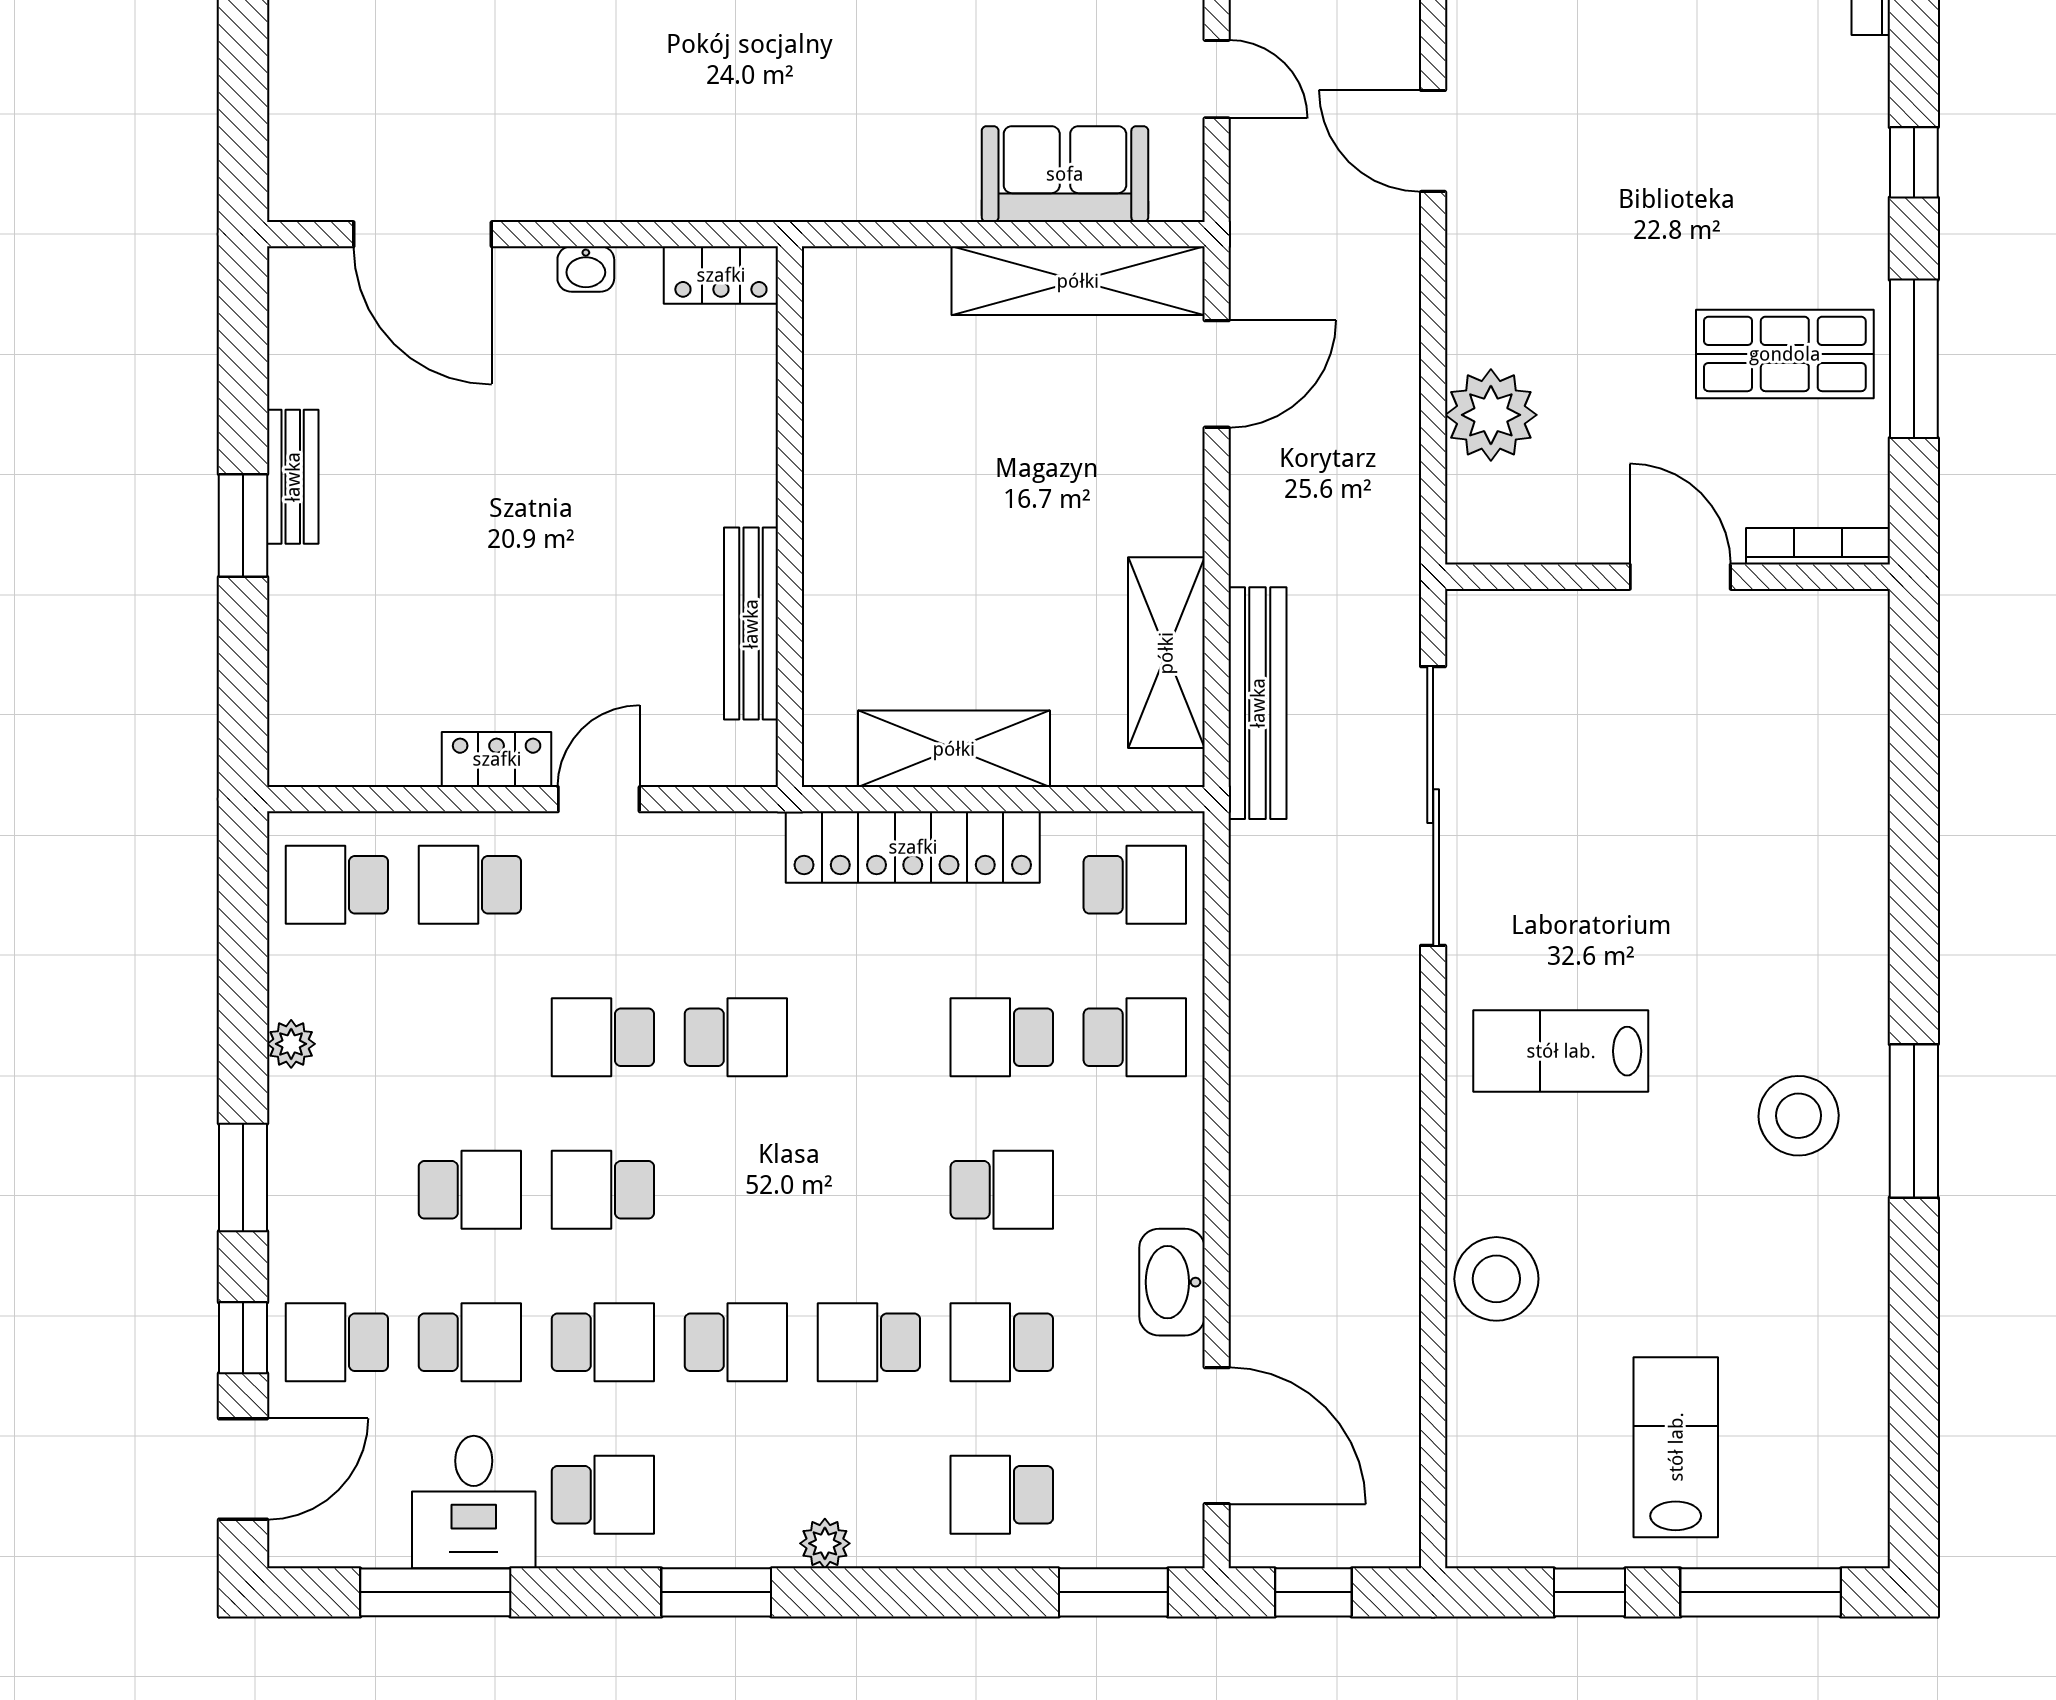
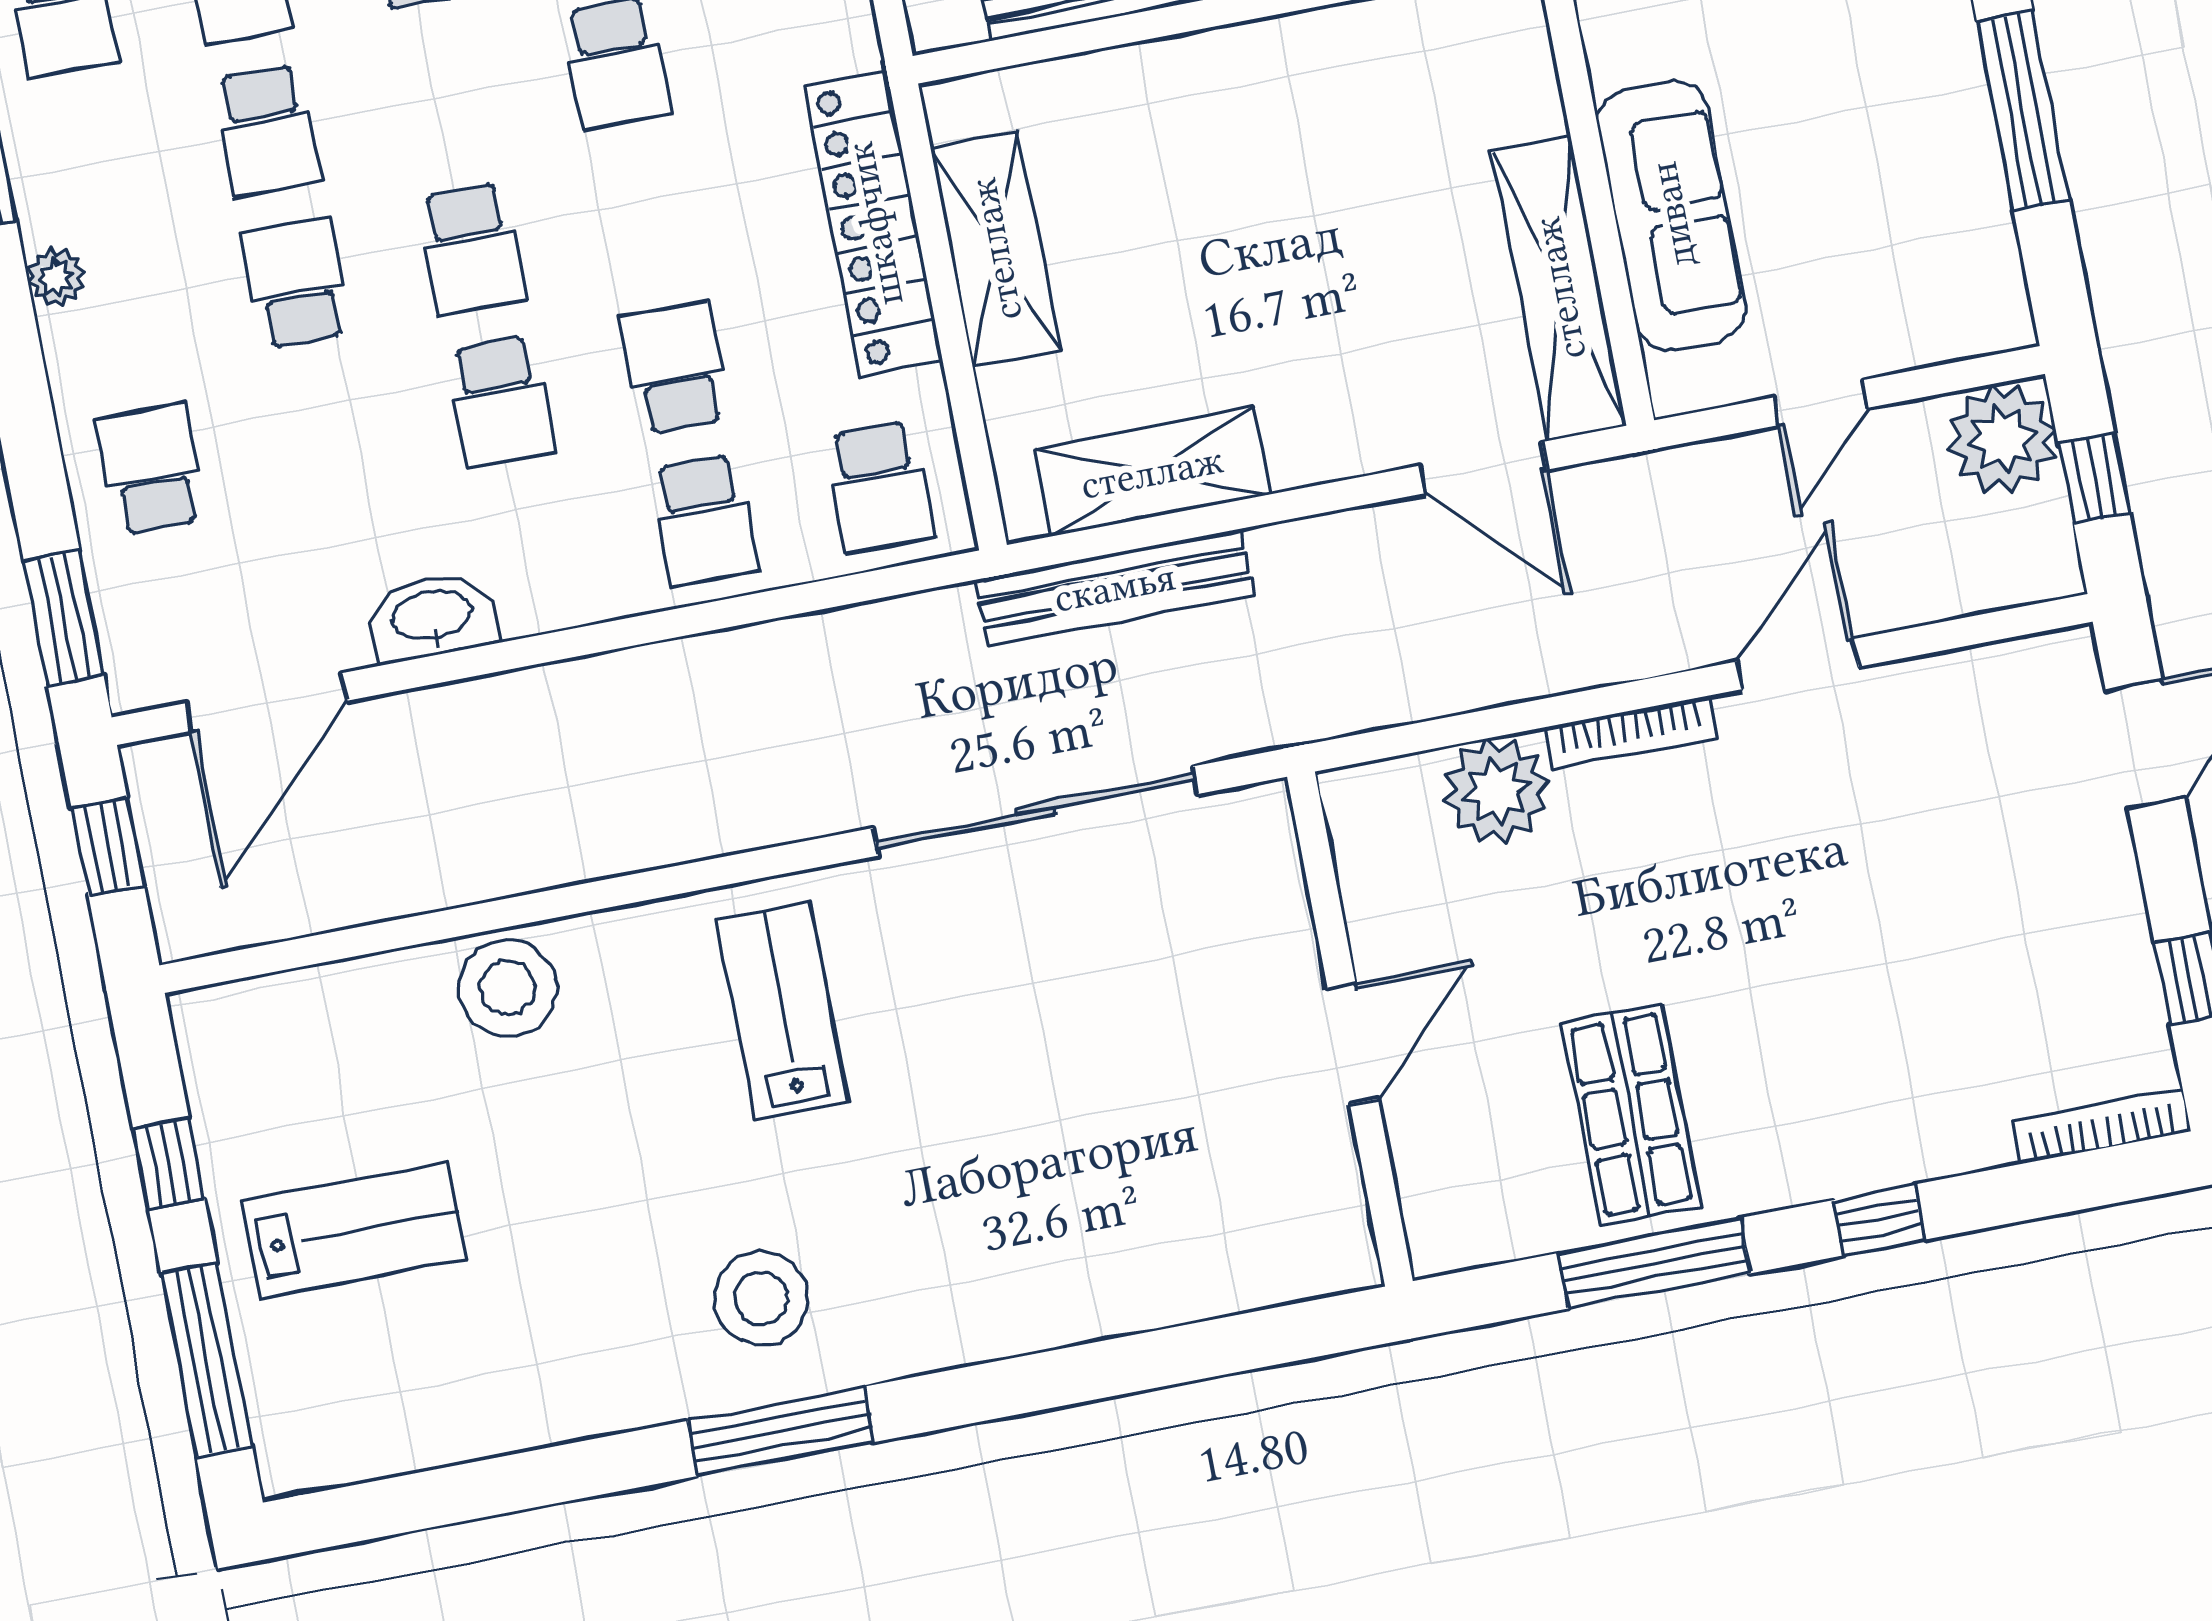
sofa: (1065, 174) -> (1672, 215), width x1.36
bookcase: (1818, 546) -> (1631, 732), moved, turned 90
school desk: (1002, 1342) -> (471, 249), moved, turned 180

